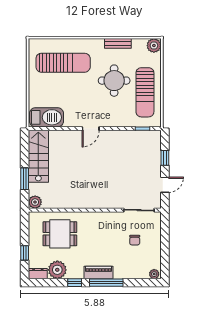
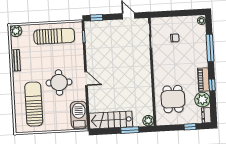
round table: (114, 81) -> (59, 82), moved
window: (165, 158) -> (96, 18), moved
piano: (99, 272) -> (203, 80), moved
window: (106, 283) -> (210, 48), moved

